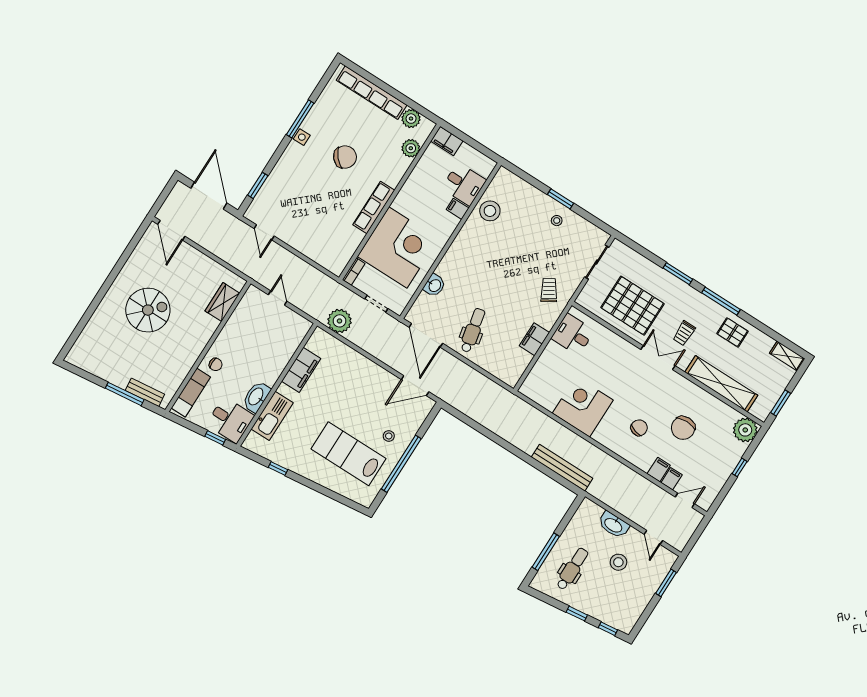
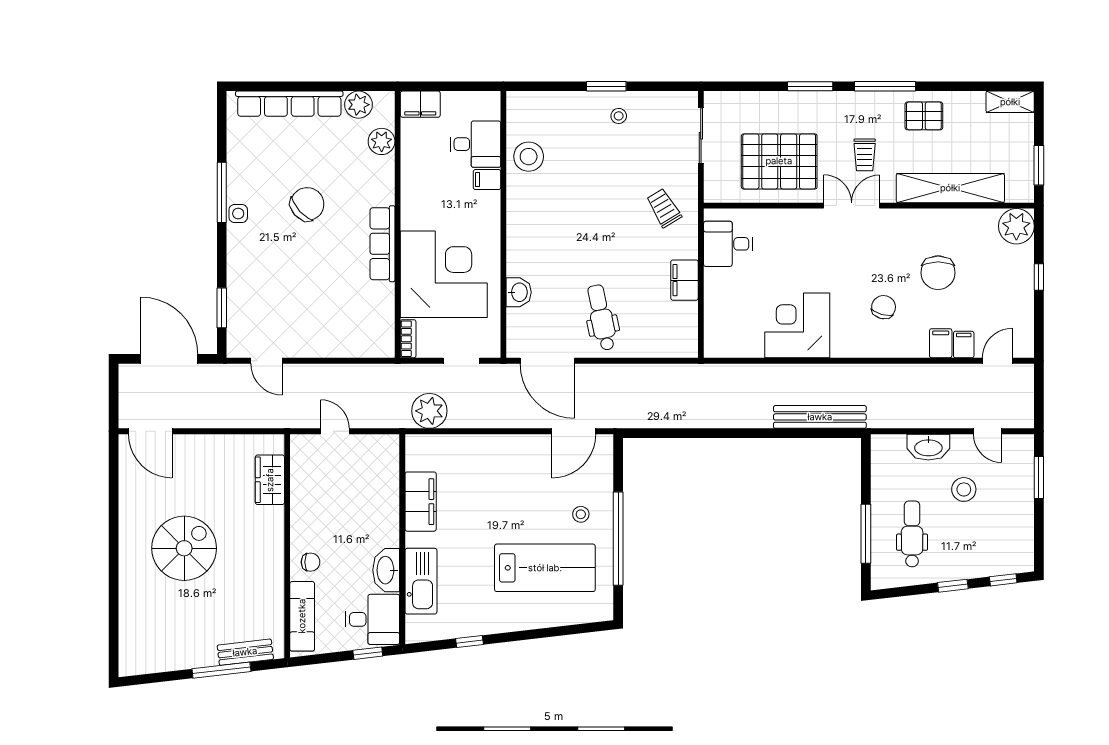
lab bench: (348, 454) -> (545, 568), turned 180

